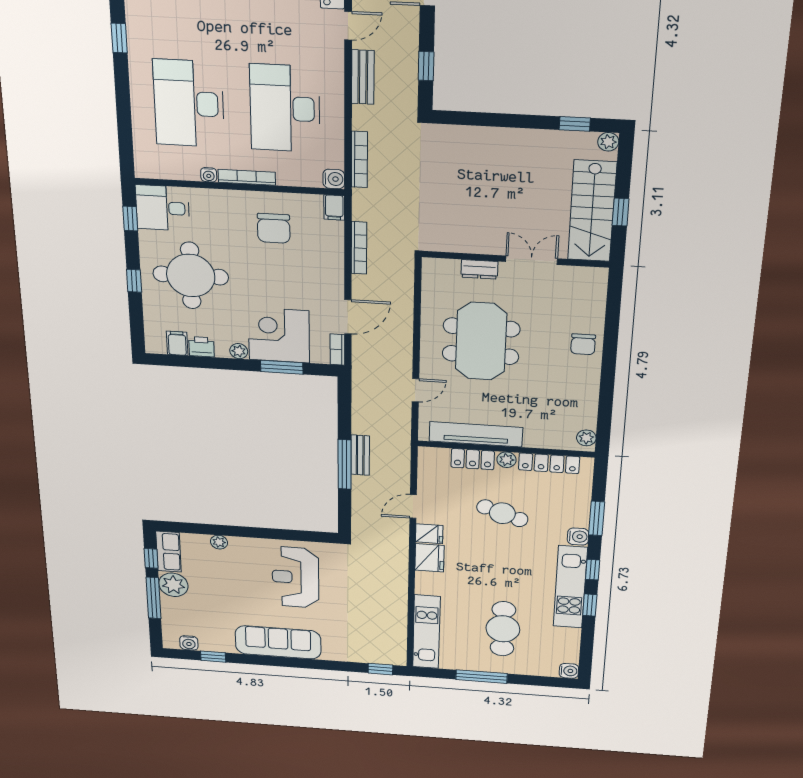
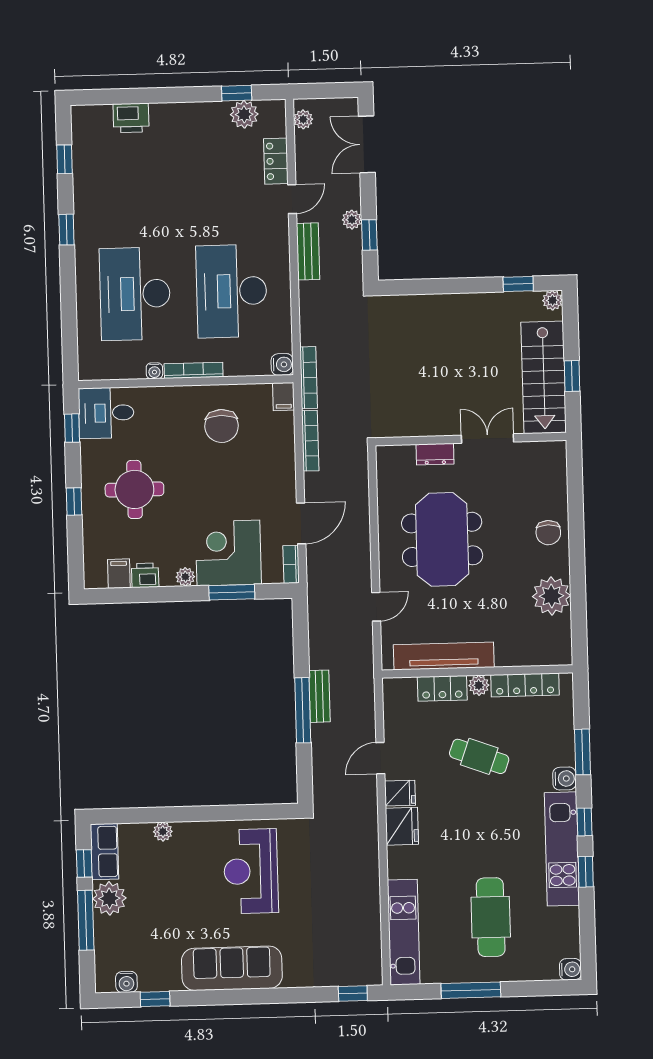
plant: (409, 50) -> (352, 220), added
bookcase: (359, 160) -> (309, 378), moved
round table: (191, 276) -> (134, 489), width x0.73, depth x0.73
plant: (586, 438) -> (552, 596), moved, width x1.87, depth x1.87

